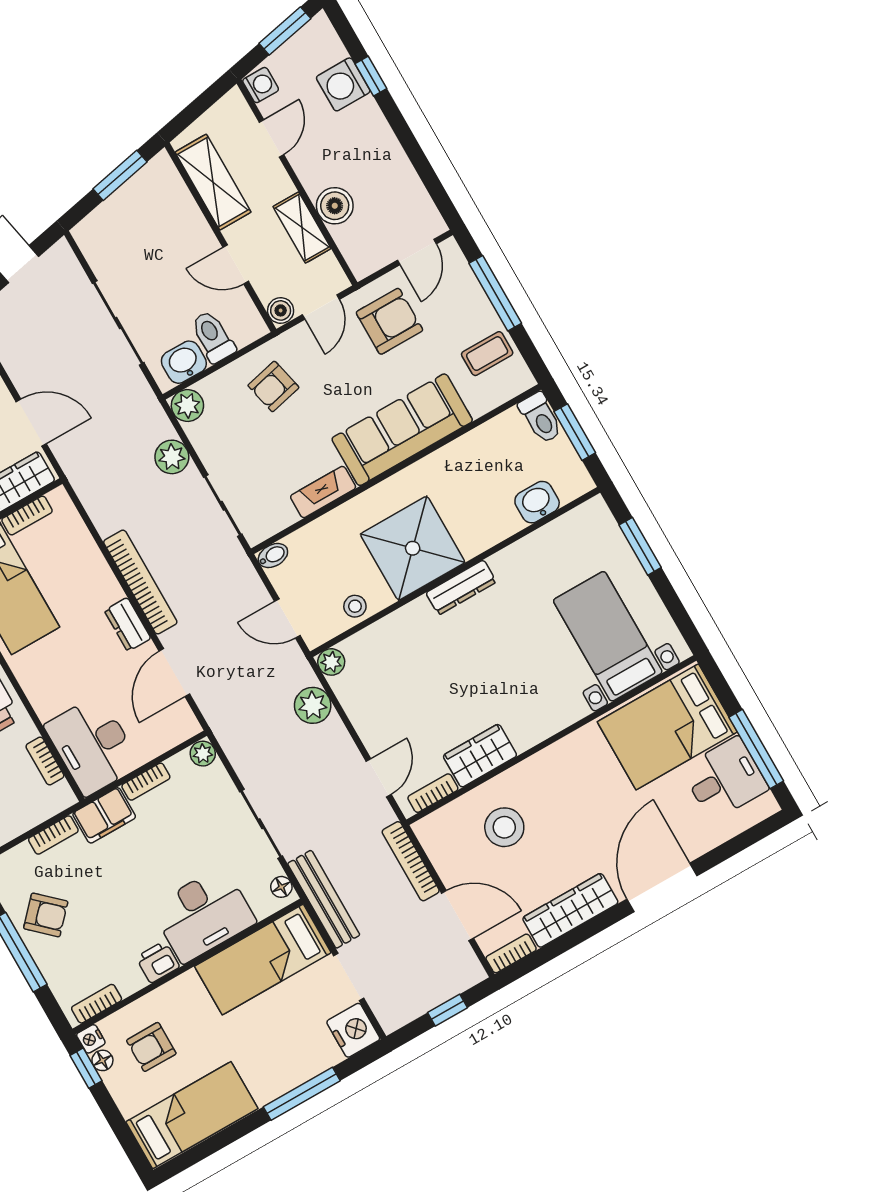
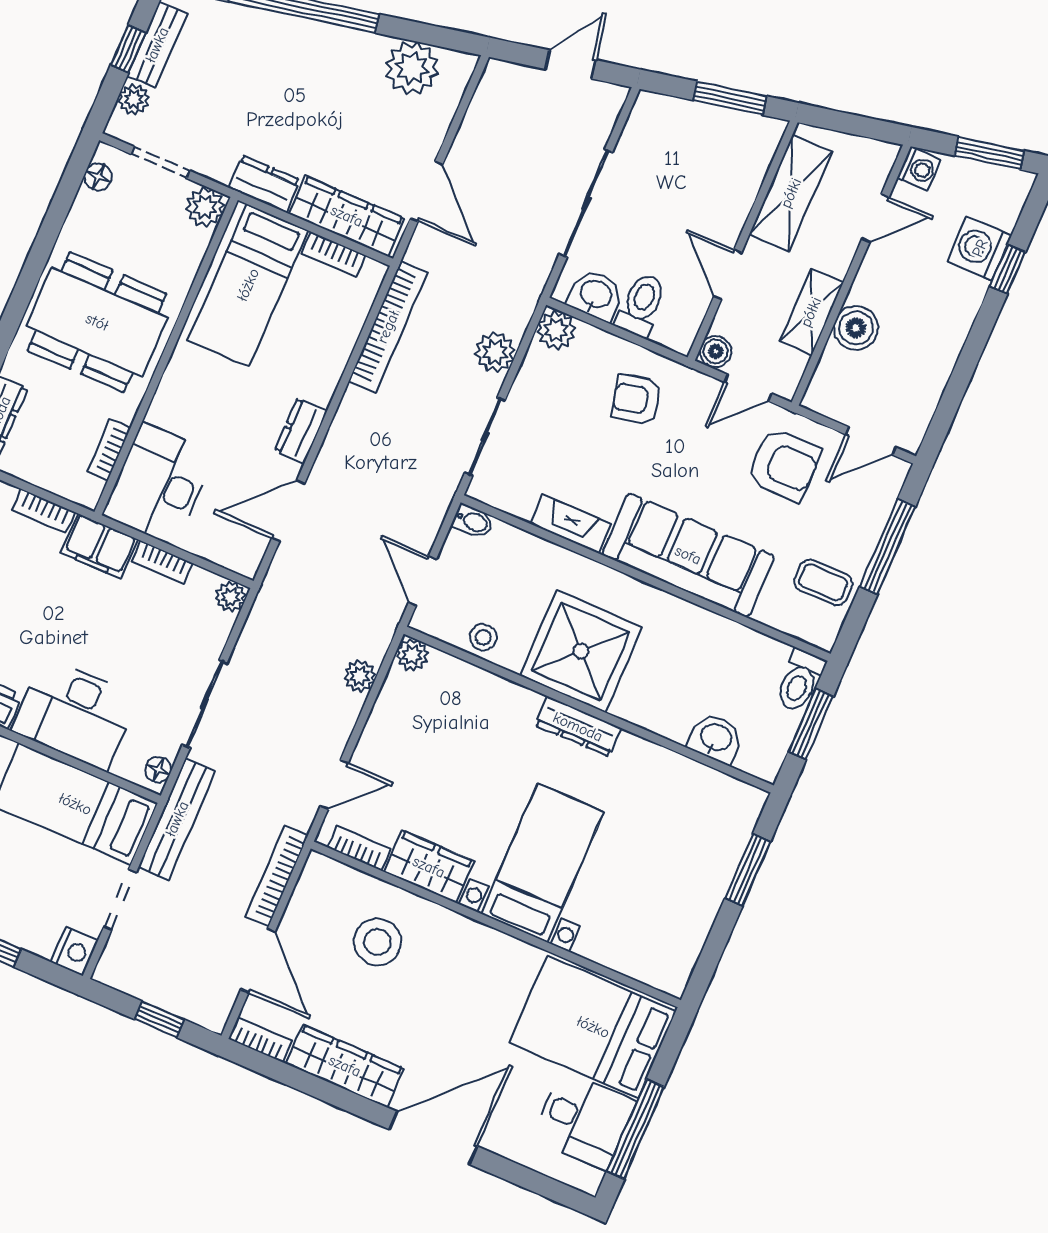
bookcase: (140, 582) -> (388, 327), moved
bed with nightstands: (608, 636) -> (542, 863), moved
plant: (313, 705) -> (360, 676), width x0.73, depth x0.73
nightstand: (353, 1030) -> (74, 951), width x0.74, depth x0.75

